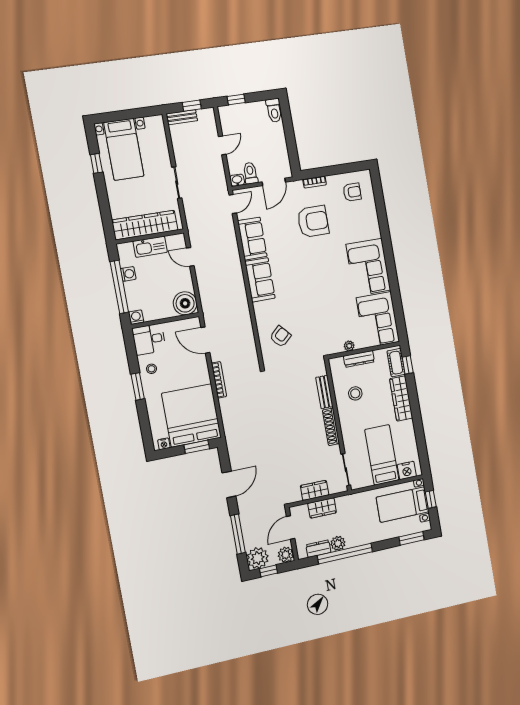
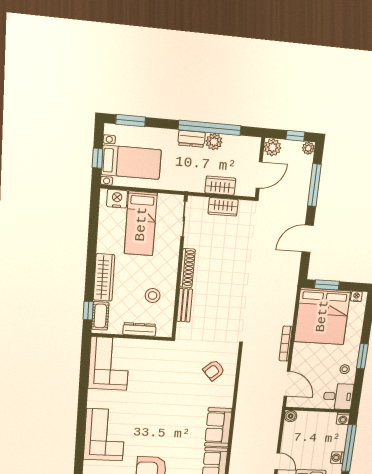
corner sofa: (368, 267) -> (105, 435), moved
boiler: (185, 303) -> (291, 416), width x0.54, depth x0.54
plant: (349, 346) -> (146, 345), removed
dresser: (318, 549) -> (192, 139), moved
plant: (258, 558) -> (308, 148), width x0.53, depth x0.53

